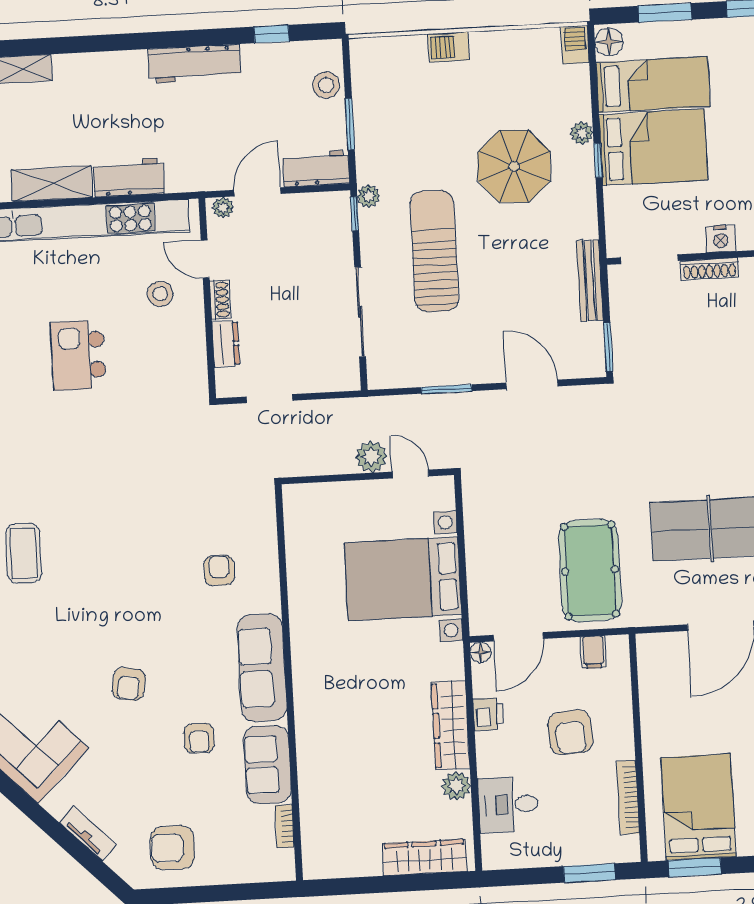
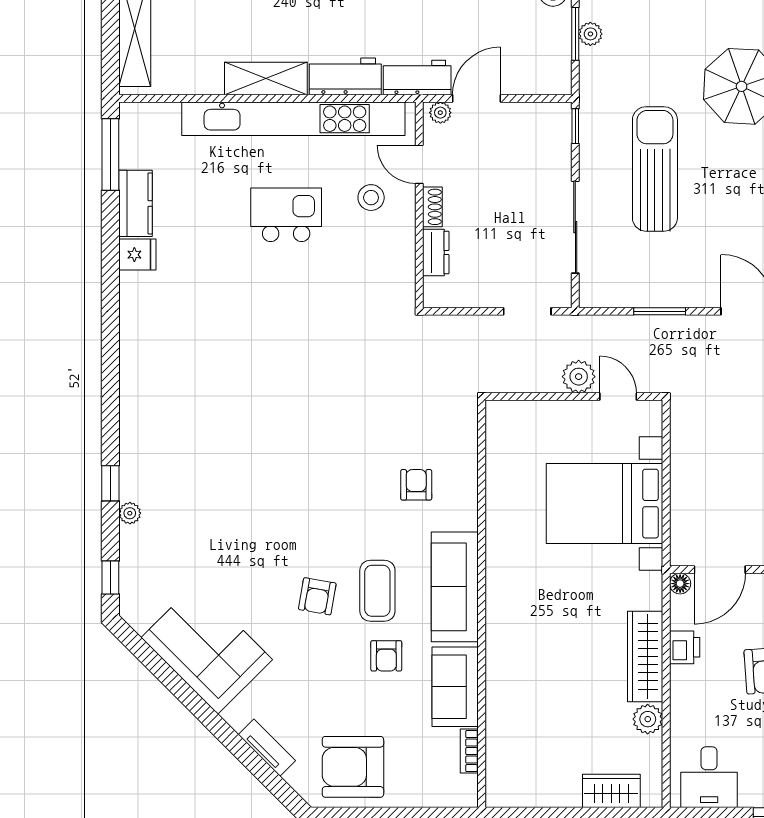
workbench: (316, 168) -> (417, 78), moved
plant: (369, 196) -> (590, 34), moved
kitchen island: (78, 355) -> (286, 215), moved, turned 90
doorway: (269, 399) -> (527, 311), moved
coffee table: (24, 553) -> (377, 591), moved
desk: (508, 805) -> (709, 777), moved, turned -90
armchair: (172, 848) -> (353, 767), width x1.36, depth x1.36
wardrobe: (425, 857) -> (611, 791), width x0.67

